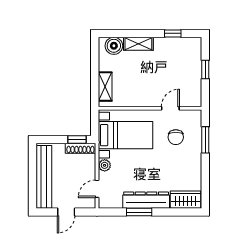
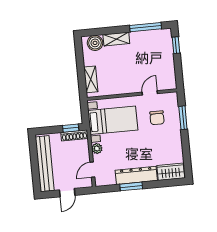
window: (173, 33) -> (146, 27), width x2.17
window: (205, 70) -> (176, 45), moved

